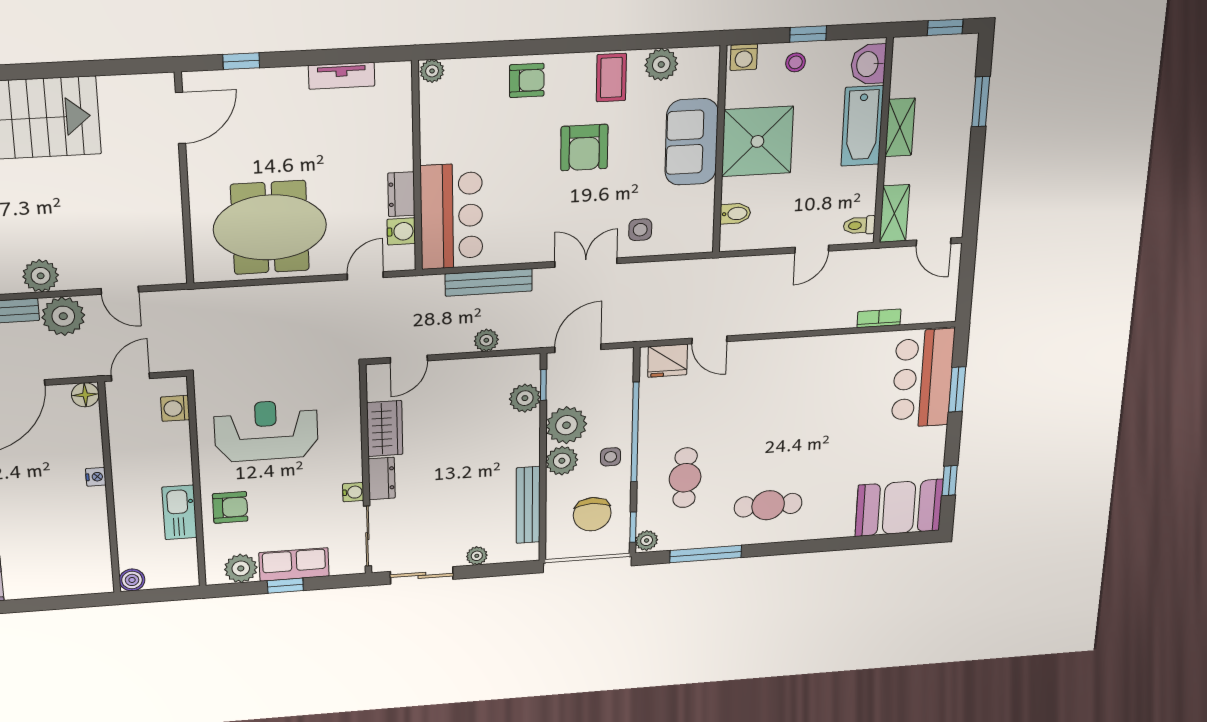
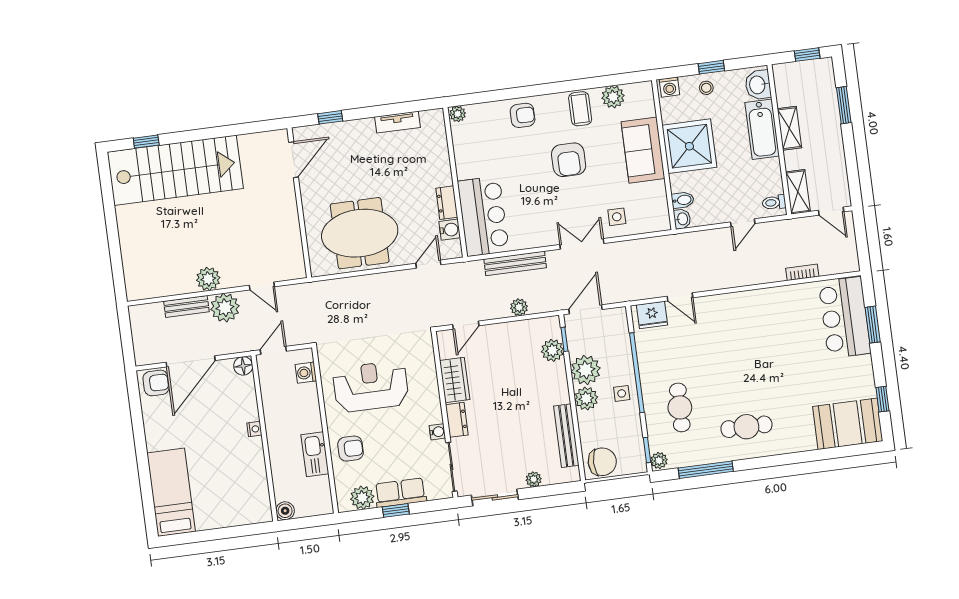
washbasin: (730, 239) -> (682, 219), added
chair: (592, 514) -> (602, 462), moved, turned -90

